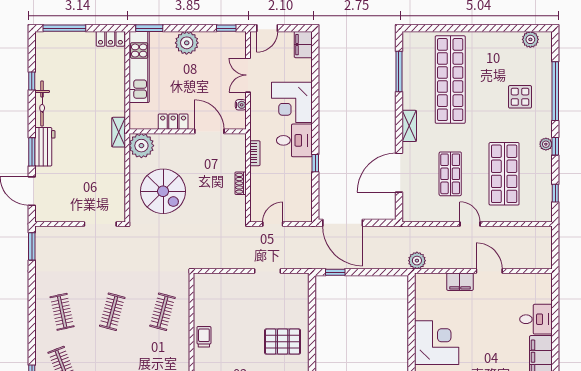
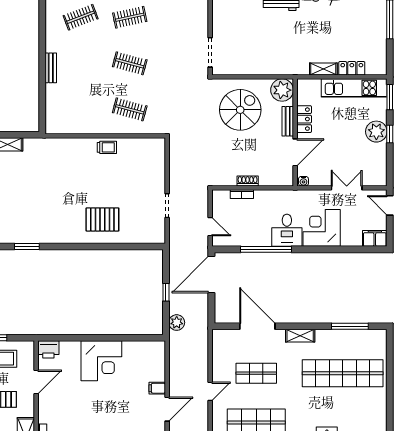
window: (226, 28) -> (390, 134), moved
locker: (110, 39) -> (352, 68), moved, turned 90
water cooler: (241, 105) -> (303, 181), moved
shelving: (119, 132) -> (323, 69), moved
bench: (175, 139) -> (288, 121), added
bookcase: (255, 153) -> (242, 194), moved
window: (315, 163) -> (266, 249), width x3.17
spiral stairs: (163, 191) -> (240, 110), turned 180
door: (273, 224) -> (210, 227), moved
plant: (417, 261) -> (177, 323), moved
window: (335, 272) -> (166, 292), moved
filing cabinet: (460, 282) -> (157, 388), width x0.50
pallet: (283, 342) -> (102, 219), turned 90

